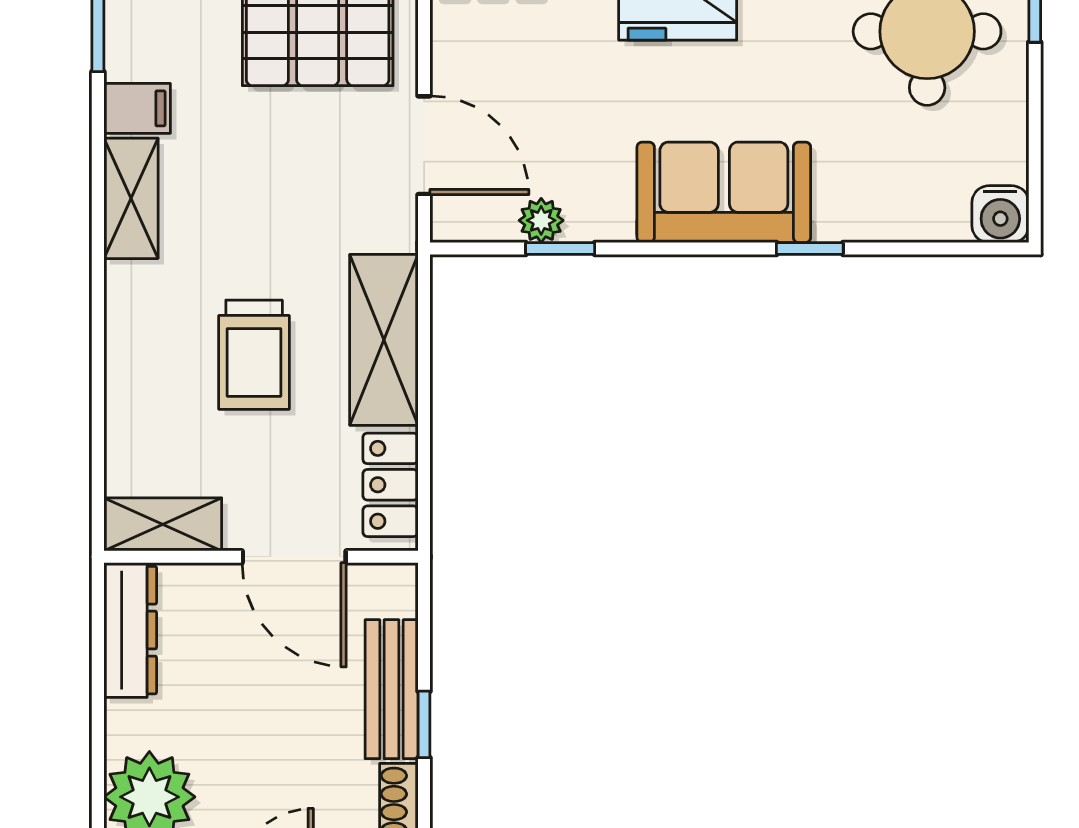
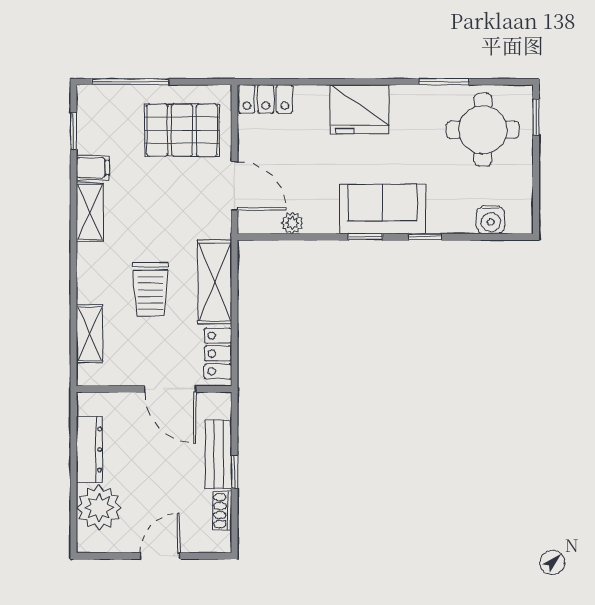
water cooler: (1000, 214) -> (491, 220), moved
window: (560, 248) -> (365, 237), moved
shelving: (163, 524) -> (90, 334), moved, turned 90
dresser: (130, 630) -> (89, 449), moved

